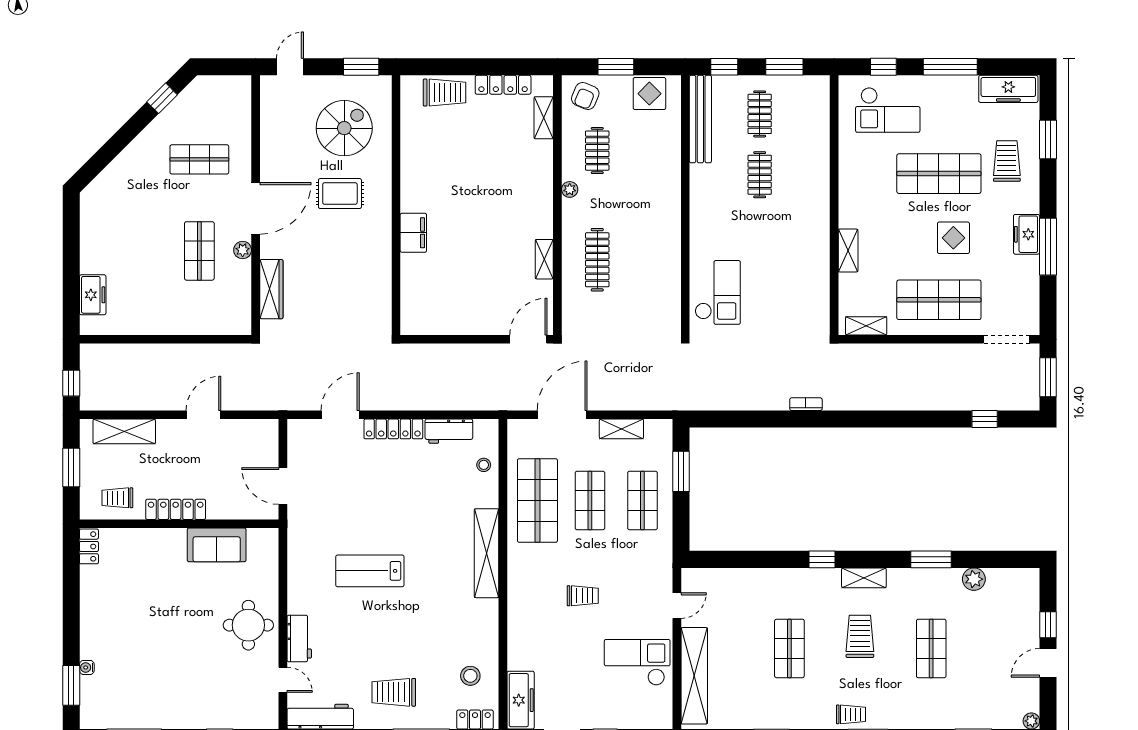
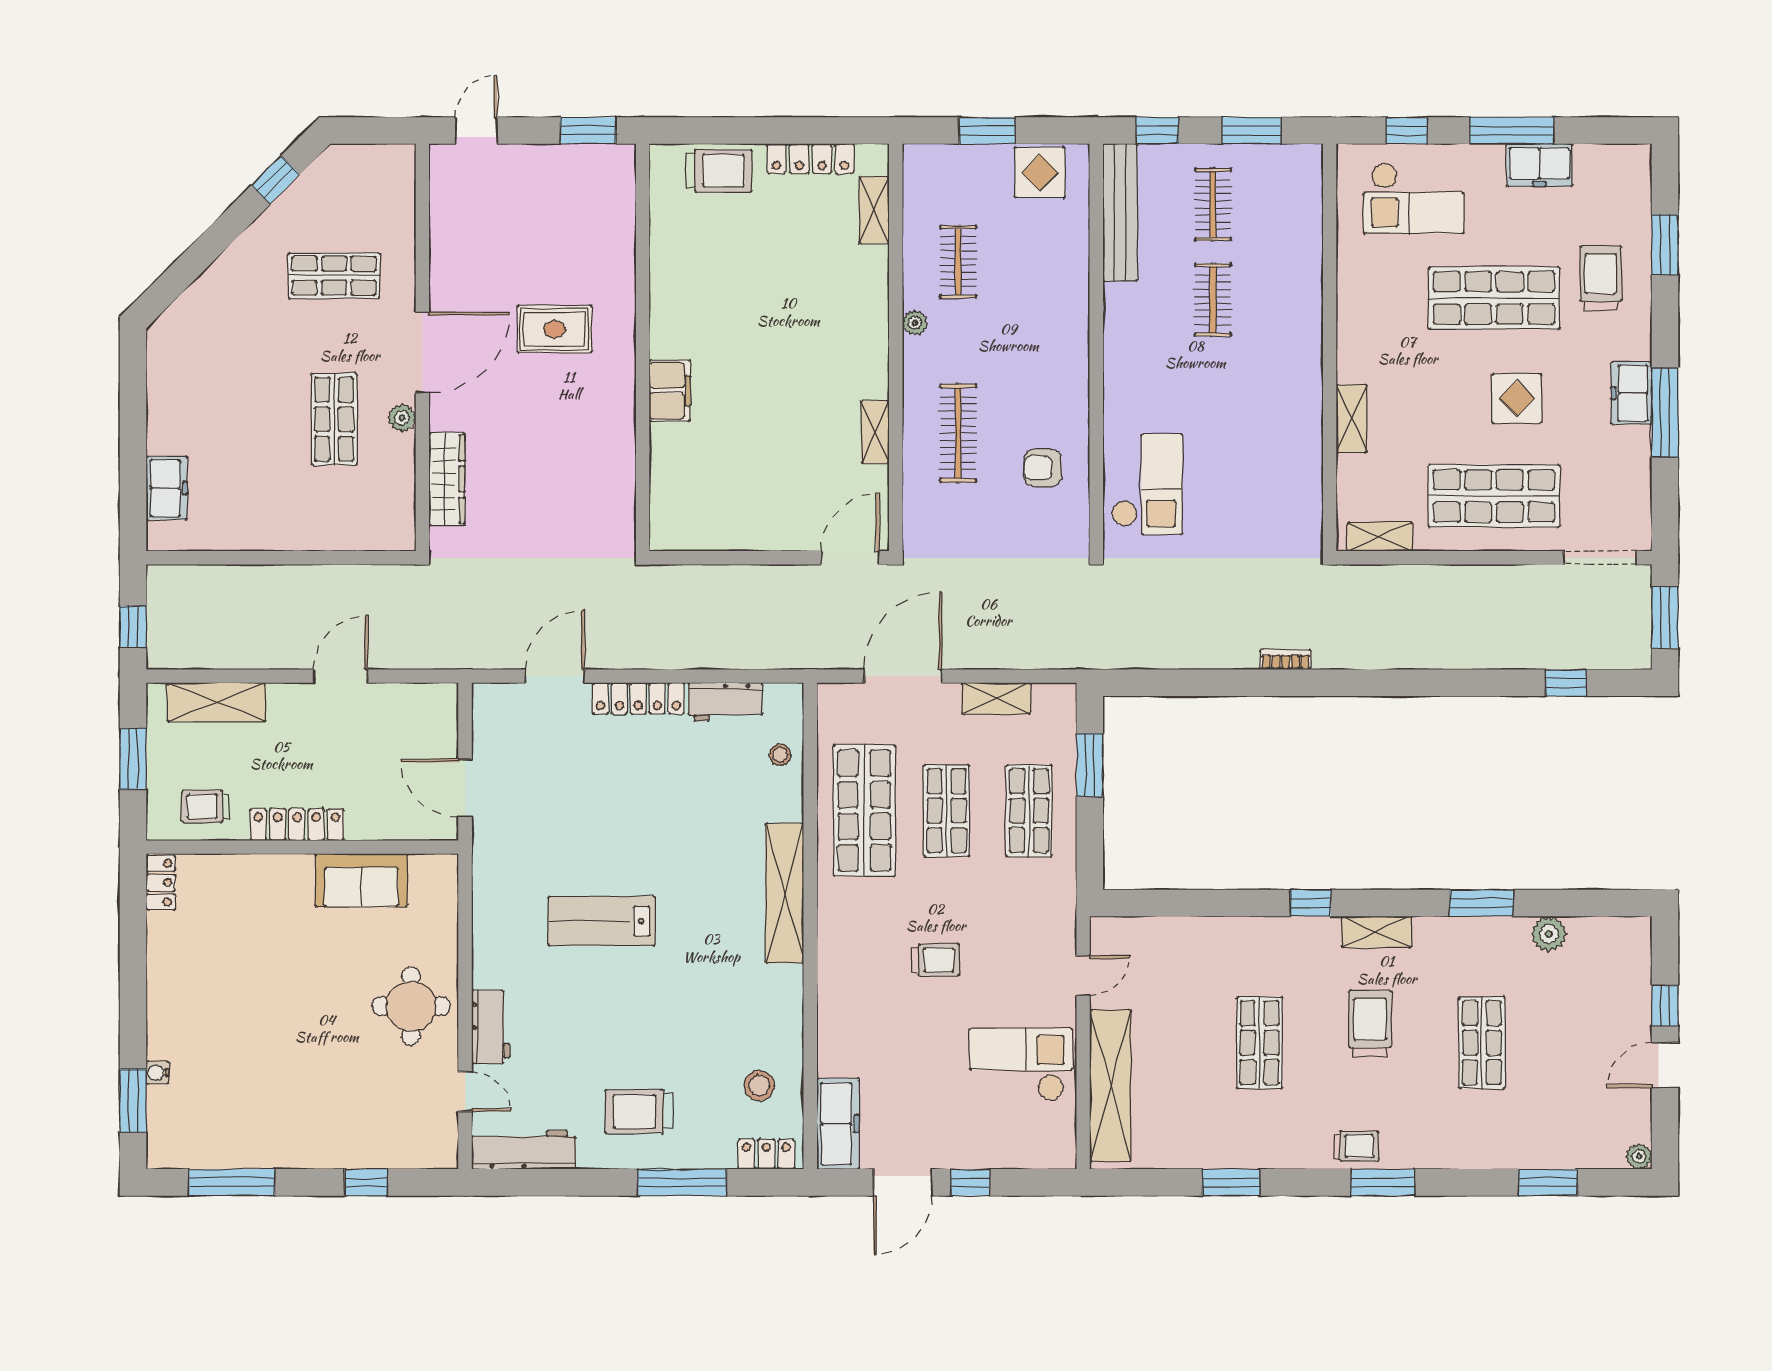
freezer: (1008, 89) -> (1539, 165), moved, width x0.71
armchair: (585, 96) -> (1043, 468), moved, turned 68
spiral stairs: (344, 128) -> (561, 227), removed

